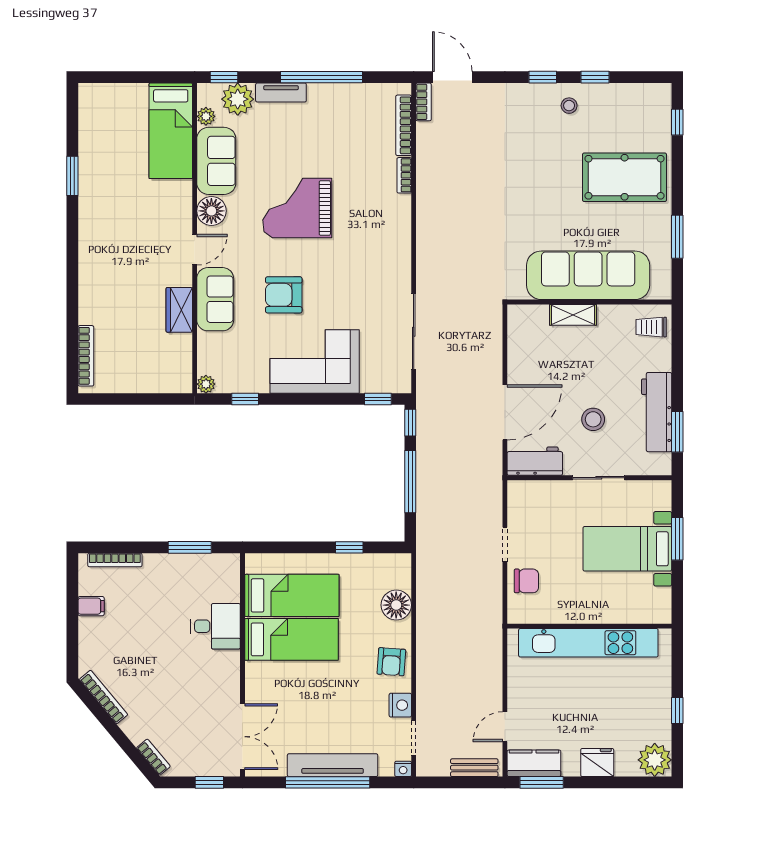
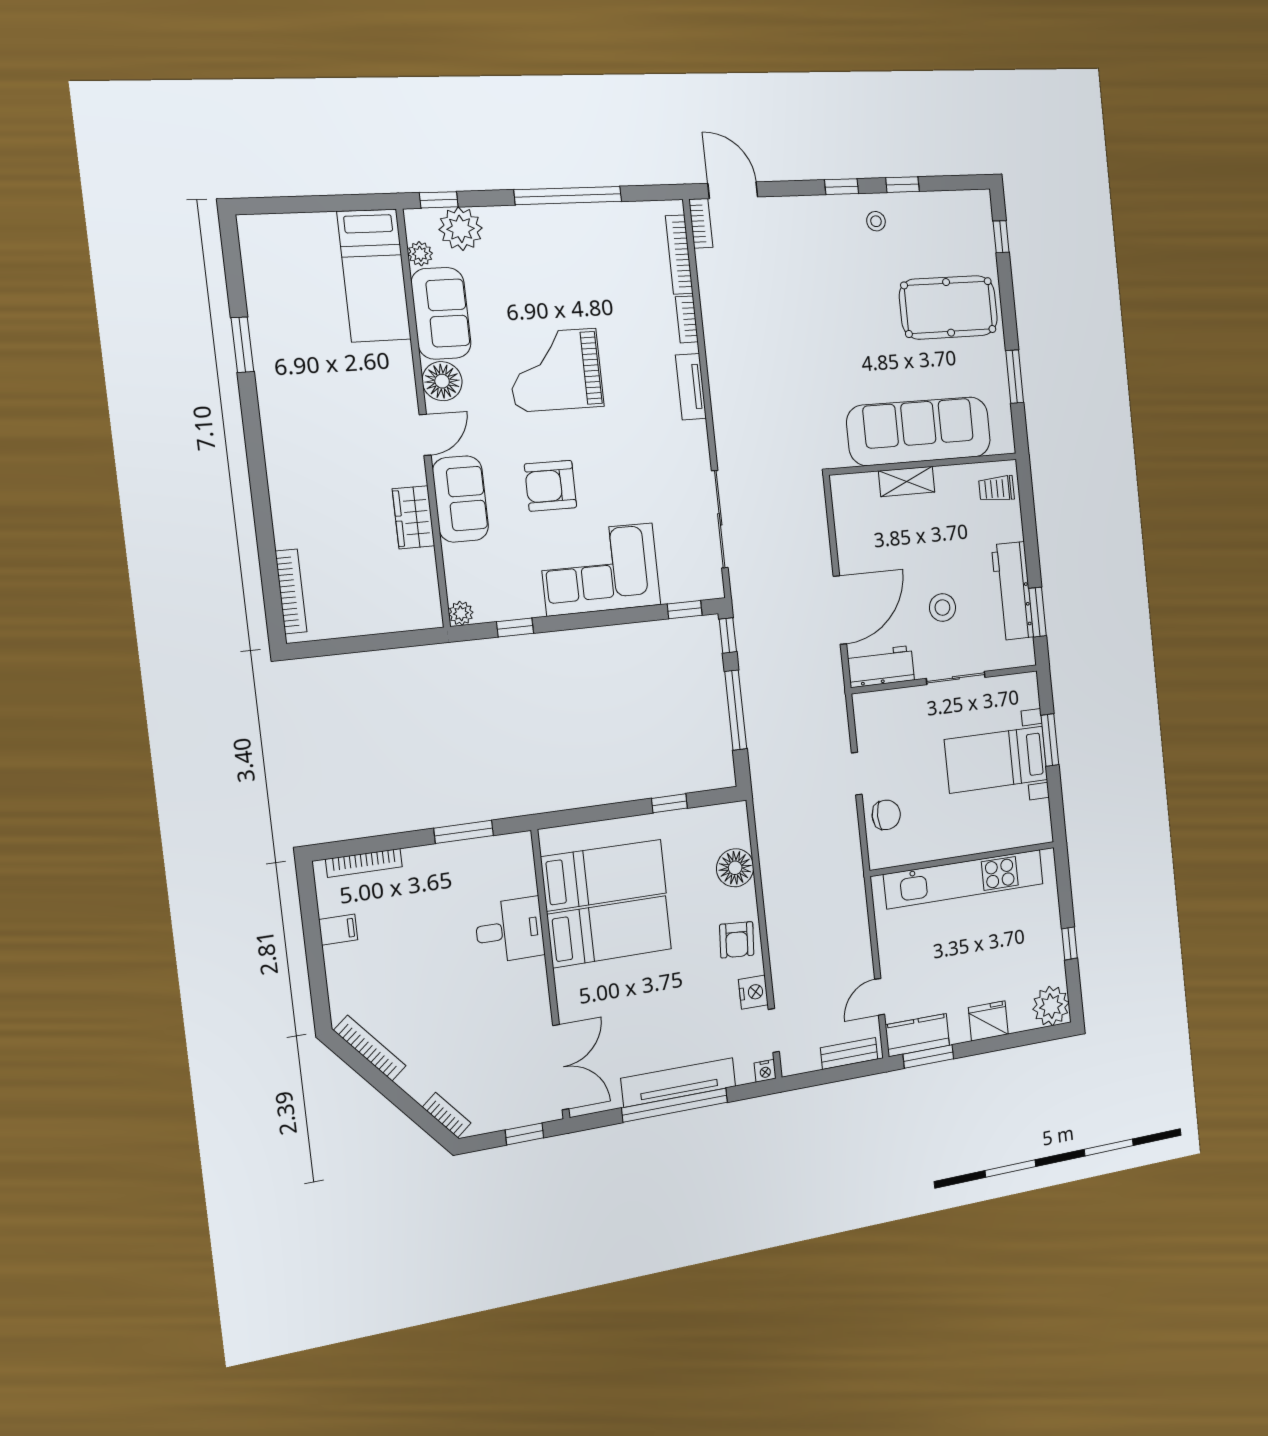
tv unit: (281, 93) -> (691, 387), moved, turned 90

